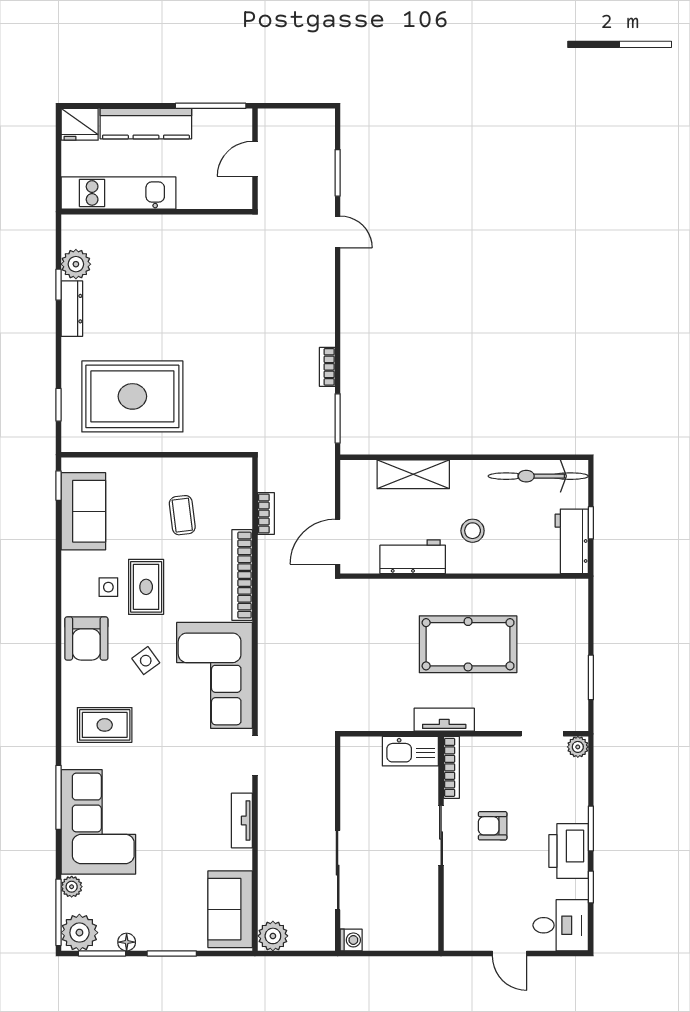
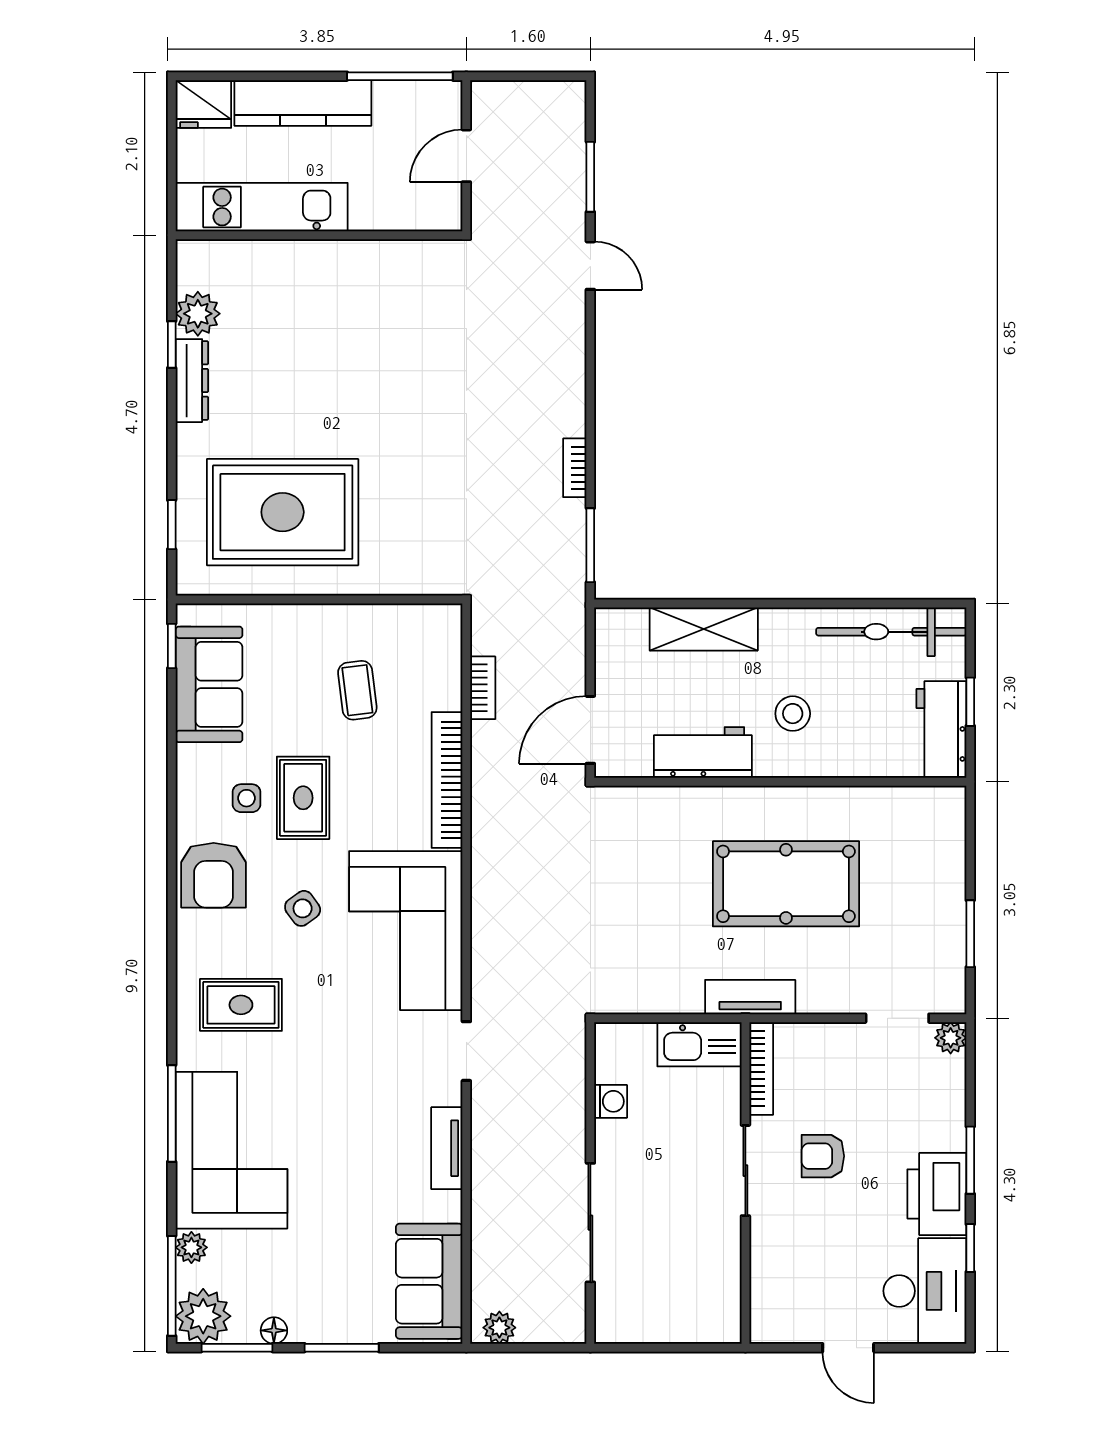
desk: (561, 925) -> (925, 1291), width x1.37
plant: (273, 936) -> (499, 1328), width x0.73, depth x0.73
washing machine: (351, 940) -> (611, 1101), moved

